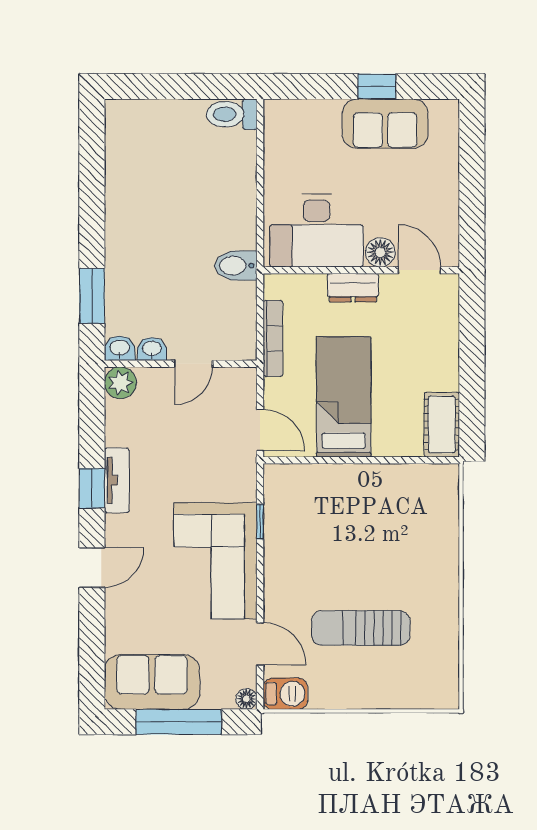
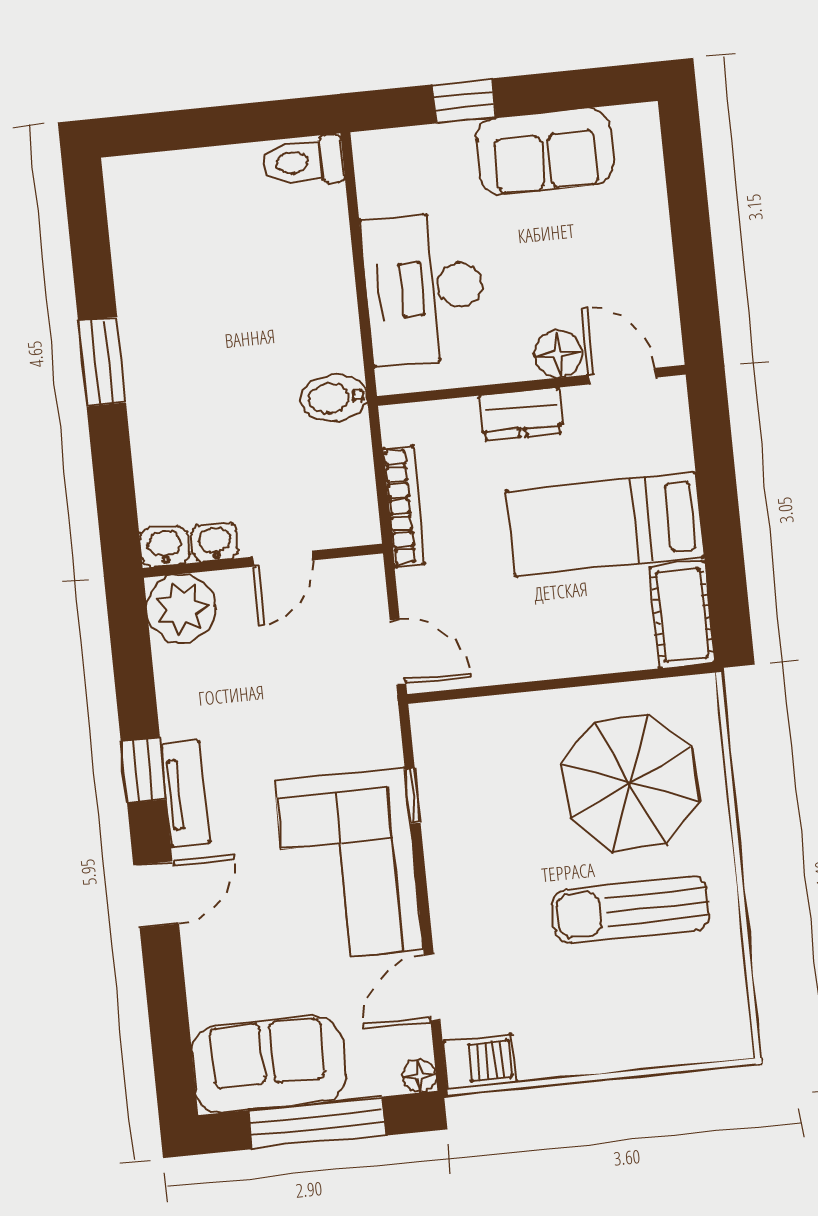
window: (377, 86) -> (464, 101), moved
desk: (316, 231) -> (424, 288), moved, turned 90
window: (92, 296) -> (102, 362), moved
plant: (120, 383) -> (181, 608), width x1.36, depth x1.36
bed: (344, 397) -> (605, 524), moved, turned -90
tv unit: (117, 480) -> (185, 794), moved
parasol: (399, 527) -> (631, 783), added
sun lounger: (361, 628) -> (631, 910), moved
door: (260, 644) -> (432, 988), swing flipped

